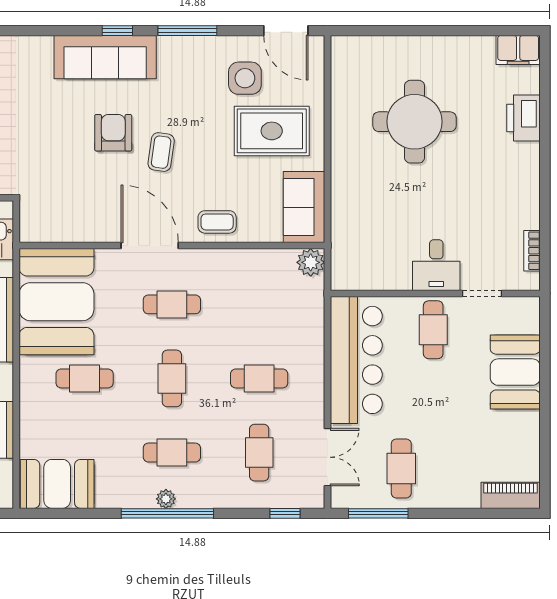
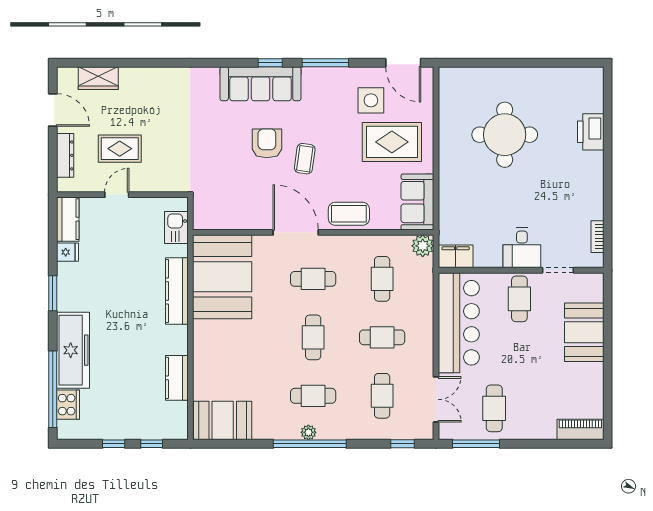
filing cabinet: (518, 50) -> (456, 256), moved, turned 180
coffee table: (217, 222) -> (349, 214), width x1.36, depth x1.30
cafe table: (85, 378) -> (382, 279), moved, turned 90

